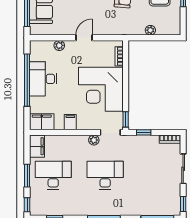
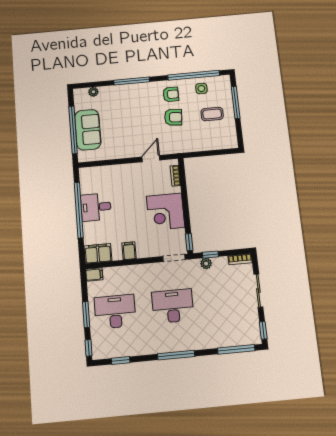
plant: (150, 30) -> (206, 146), removed
door: (84, 38) -> (151, 159), moved
plant: (59, 45) -> (111, 170), removed
desk: (43, 79) -> (96, 207), width x0.73
corner desk: (101, 89) -> (165, 212), width x0.74, depth x0.74
plant: (94, 140) -> (206, 263), moved
filing cabinet: (37, 146) -> (94, 275), width x0.50

